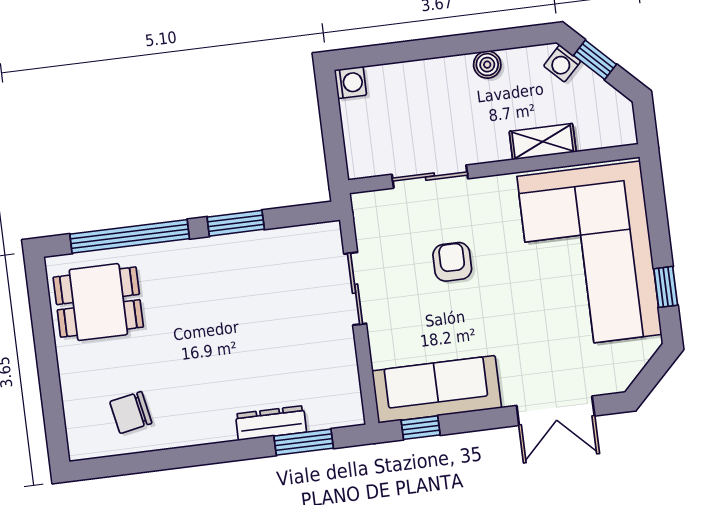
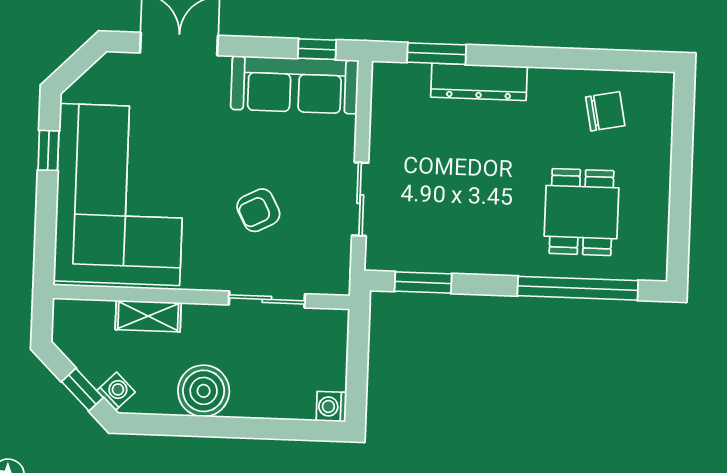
boiler: (487, 65) -> (204, 391), width x1.86, depth x1.86
window: (236, 223) -> (423, 283), moved
armchair: (452, 262) -> (258, 210), turned 63
dining table: (98, 302) -> (581, 212), moved, turned 90
dresser: (271, 423) -> (479, 82), width x1.37, depth x1.24

